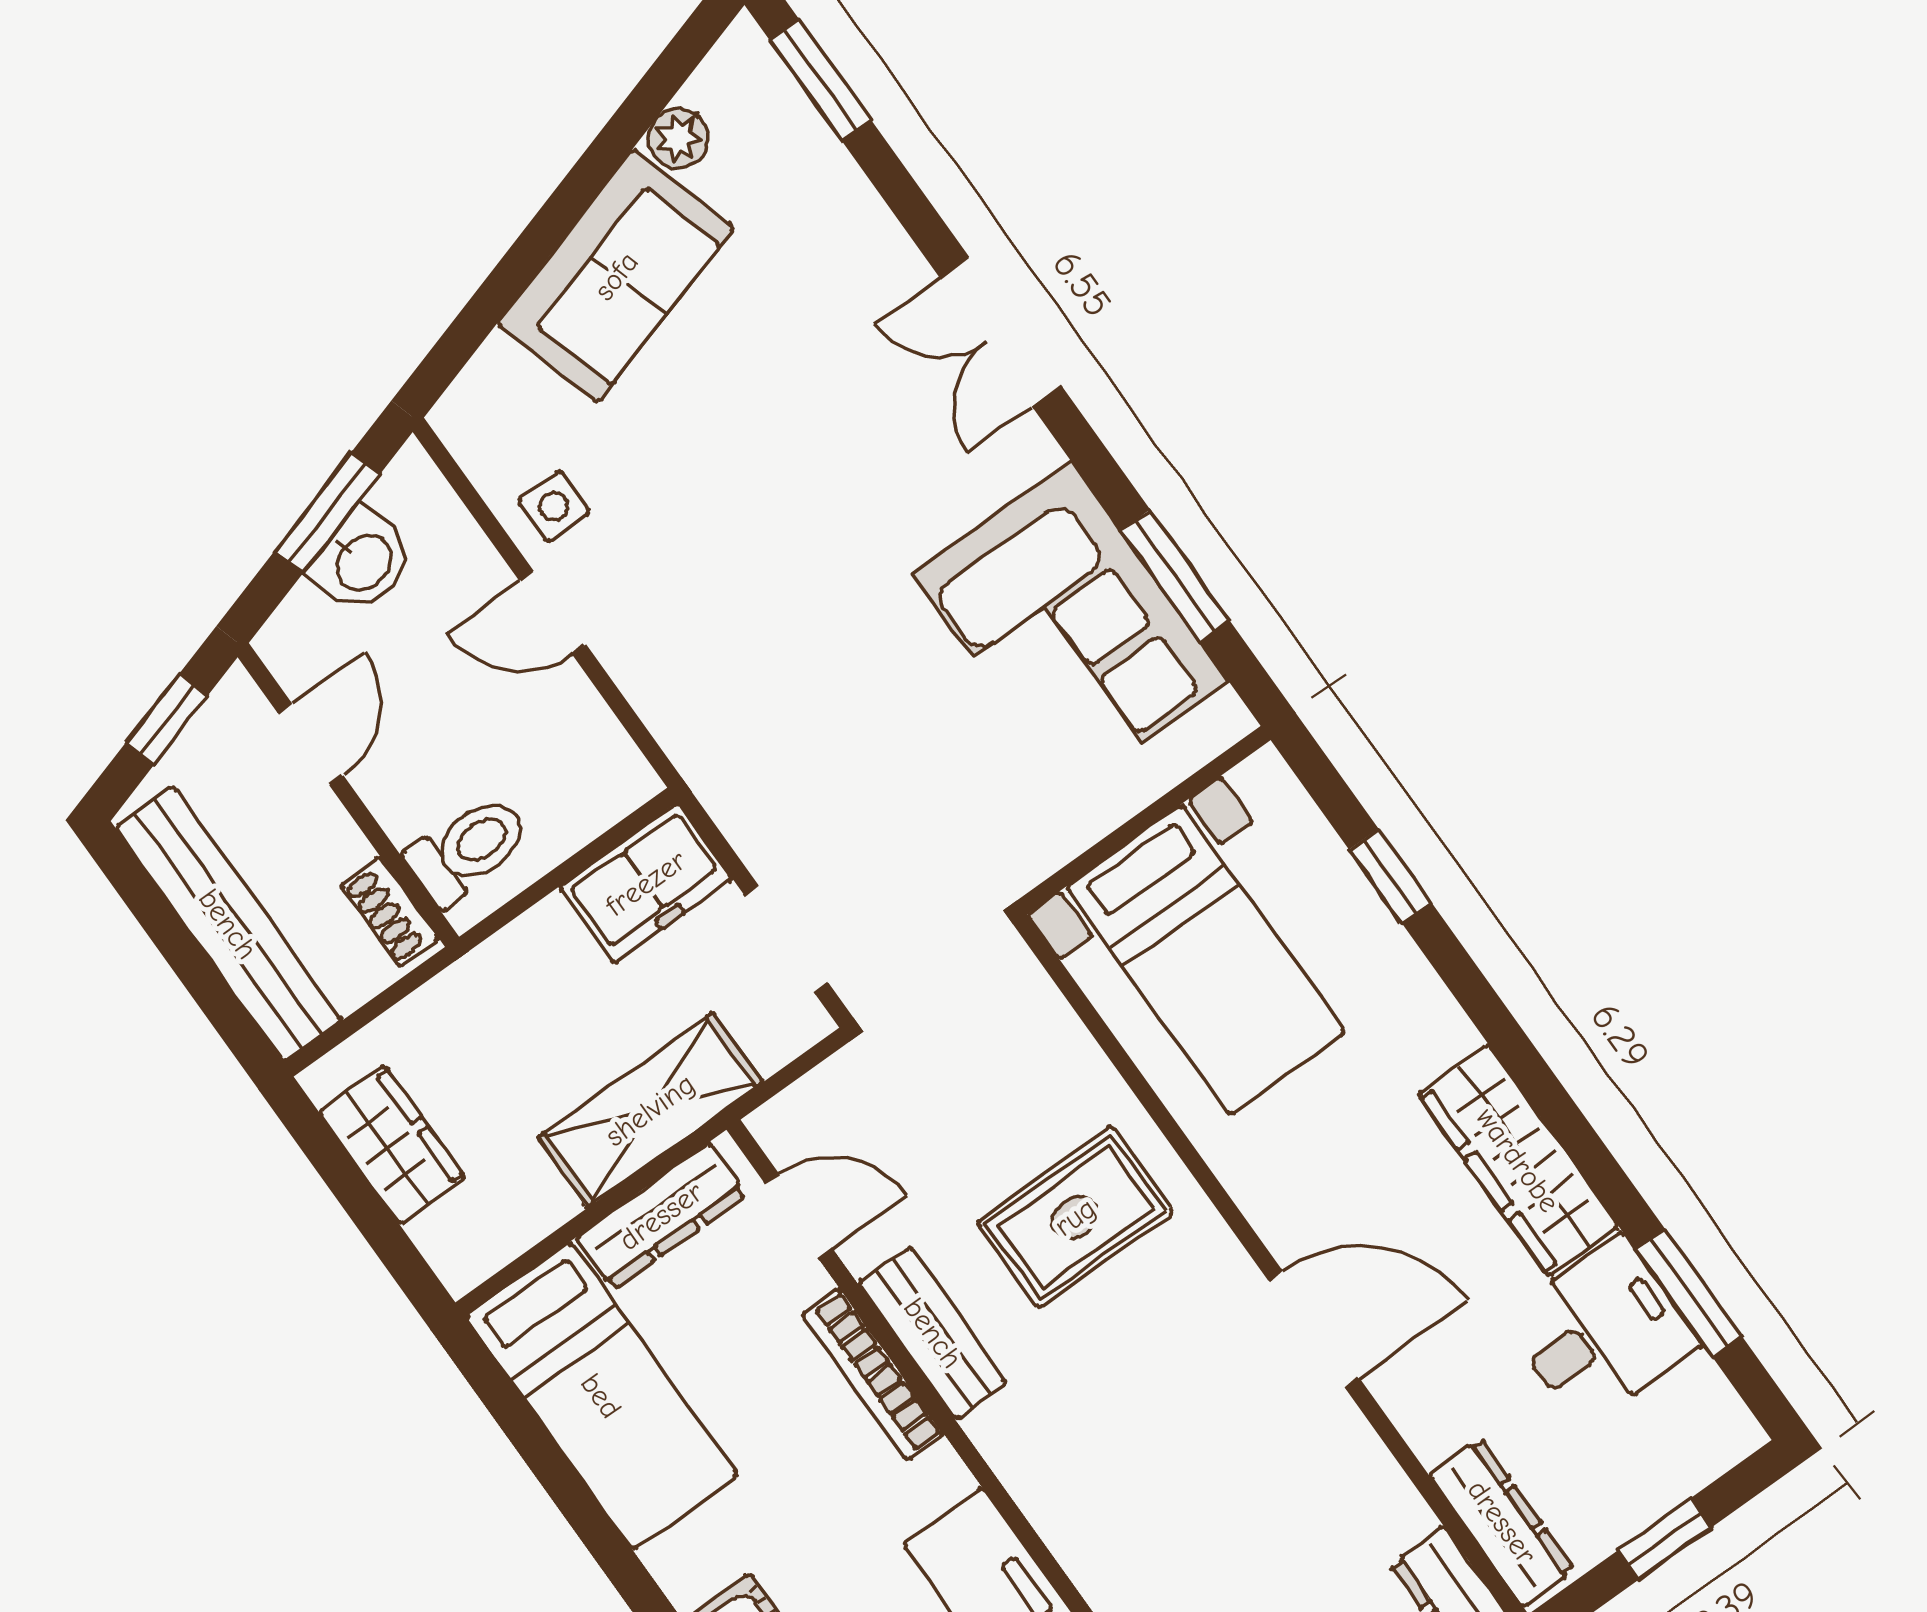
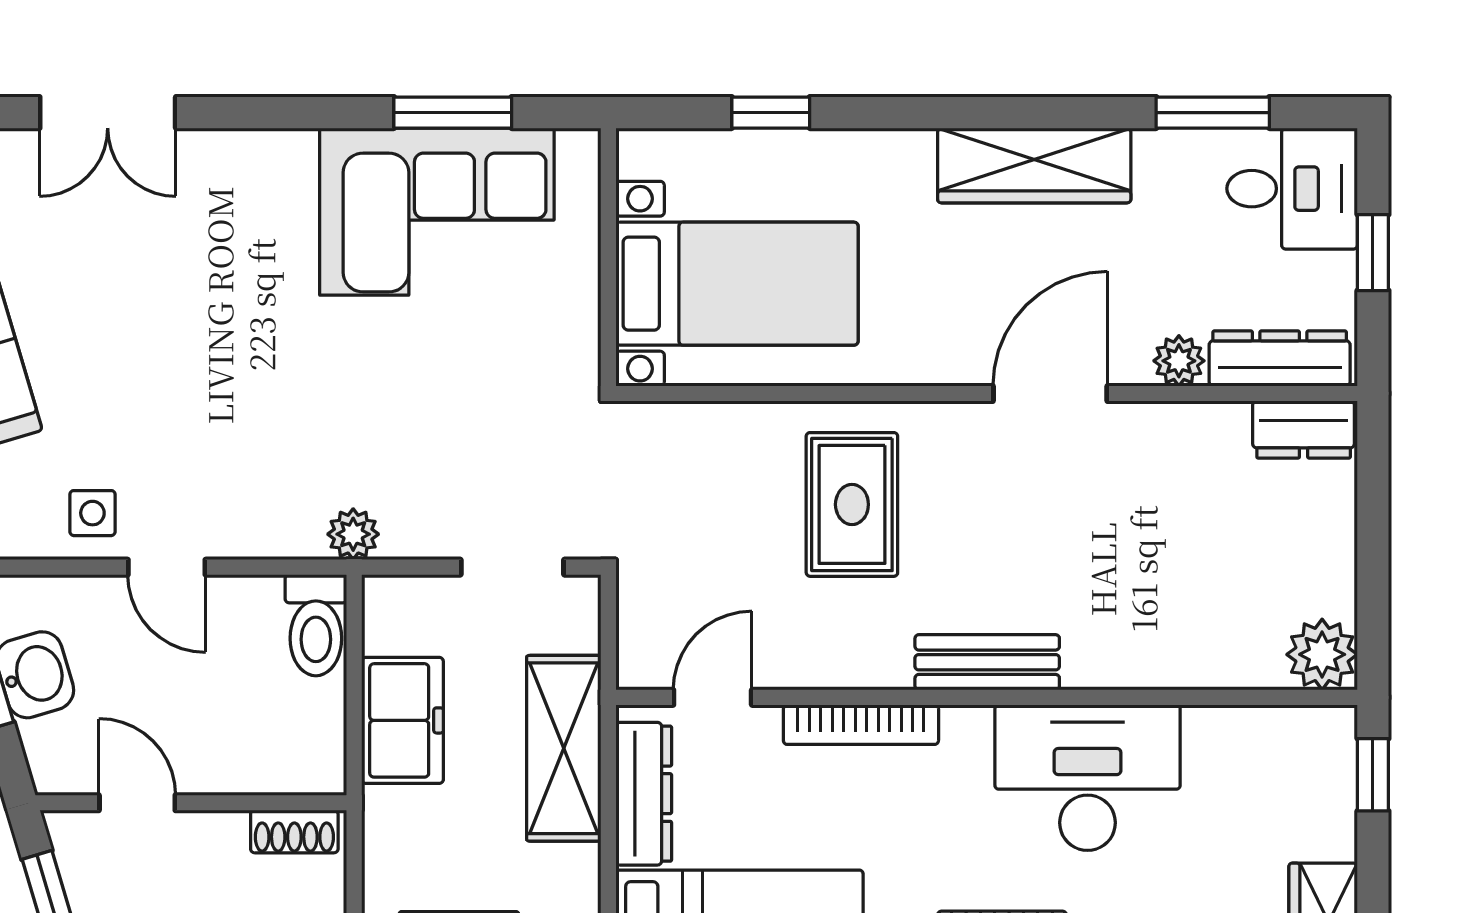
double door: (1001, 332) -> (108, 113), moved
door: (553, 613) -> (167, 567), hinge flipped
plant: (710, 767) -> (353, 534), added
toilet: (468, 849) -> (316, 625), moved, turned 180
freezer: (646, 883) -> (402, 720), moved
desk: (1601, 1332) -> (1292, 189), moved, turned 90
bench: (933, 1333) -> (987, 662), moved
plant: (1432, 1429) -> (1179, 361), added

